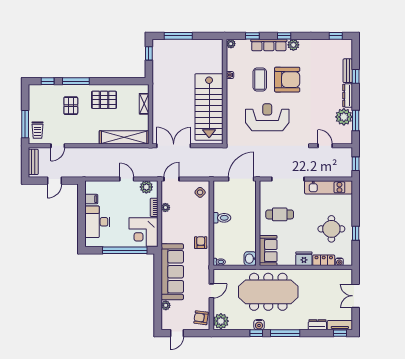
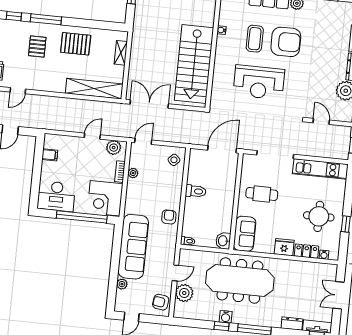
reception desk: (267, 117) -> (259, 82), turned 180
door: (127, 179) -> (92, 136), hinge flipped
desk: (97, 222) -> (56, 196), moved, turned -90
plant: (221, 321) -> (184, 293), moved

